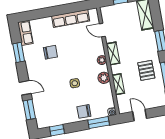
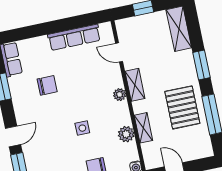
pallet: (146, 70) -> (182, 107), width x1.50, depth x1.42
plant: (104, 78) -> (126, 134), moved
door: (25, 88) -> (13, 136), hinge flipped

